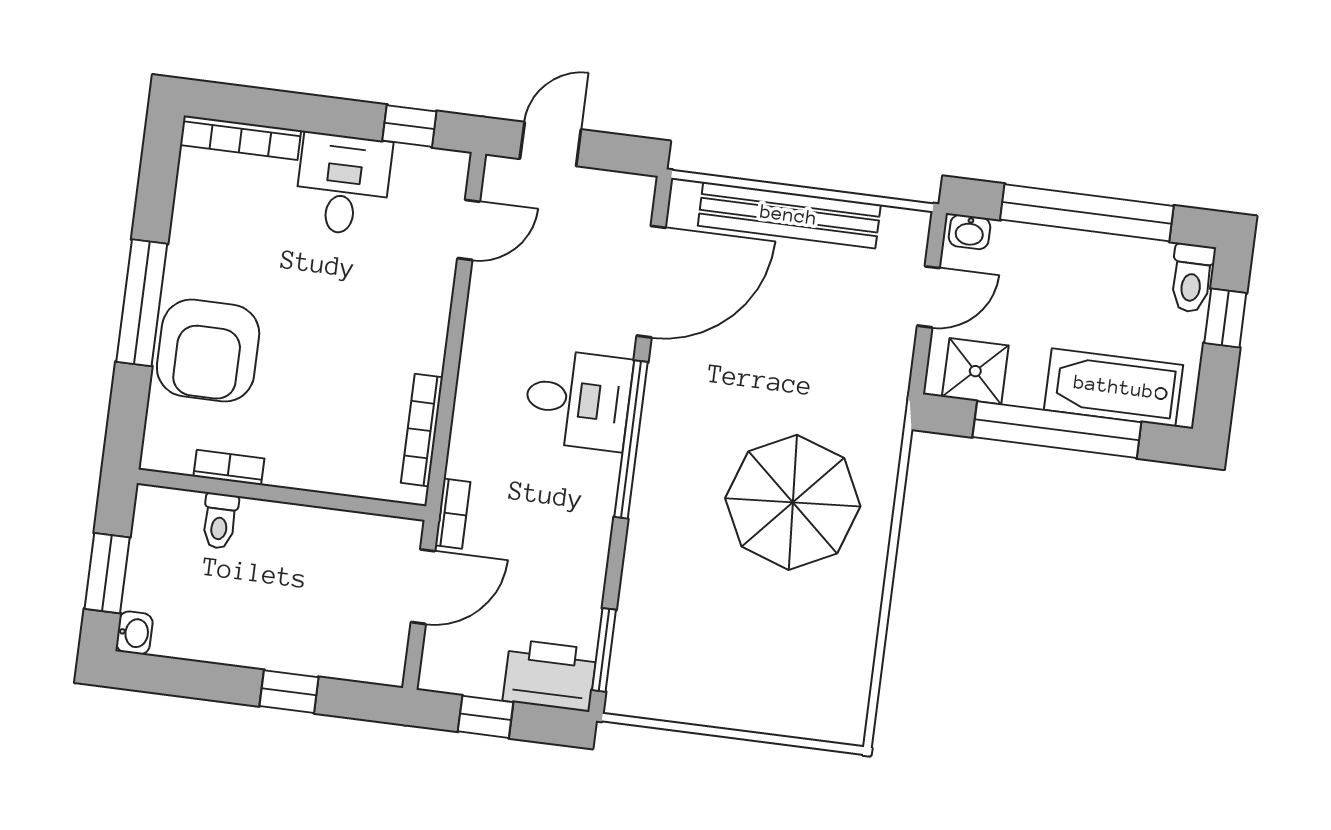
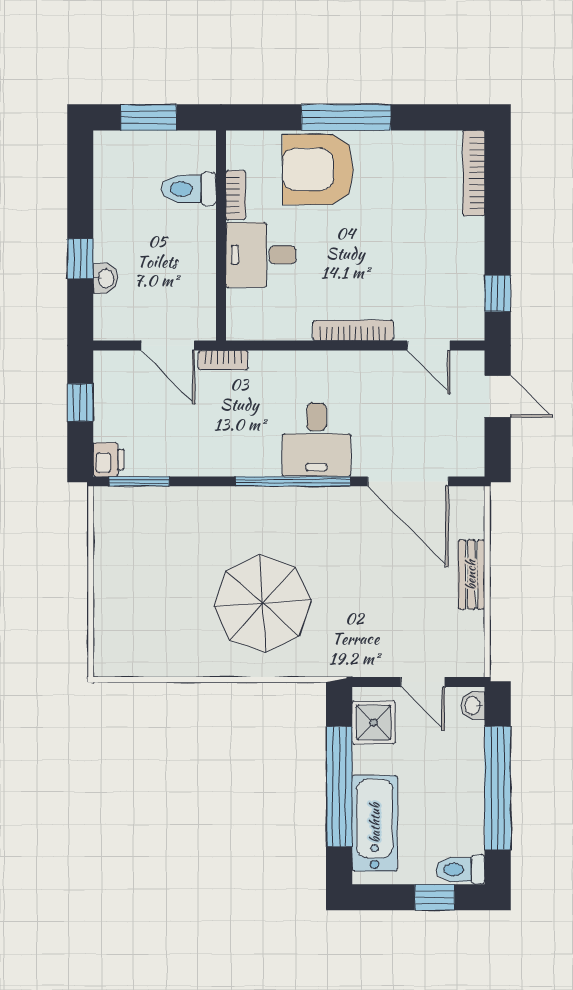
desk: (343, 184) -> (261, 255), moved, turned 180
bench: (789, 215) -> (471, 575), width x0.54, depth x0.82
bookcase: (422, 430) -> (353, 330), moved
toilet: (220, 521) -> (189, 189), width x1.37, depth x1.39
washbasin: (134, 633) -> (105, 278), moved, turned -90
printer: (550, 675) -> (109, 460), width x0.53, depth x0.68

